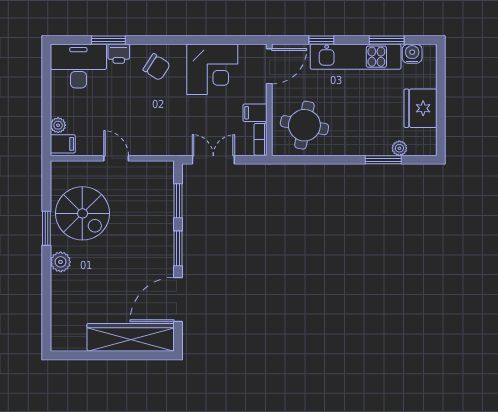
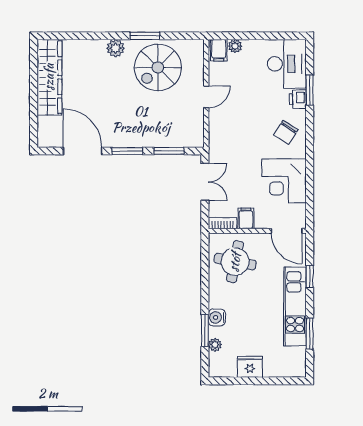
water cooler: (412, 54) -> (217, 317), moved, turned 180
fridge: (421, 108) -> (250, 367), width x0.73, depth x0.75
wardrobe: (131, 337) -> (49, 77), moved

